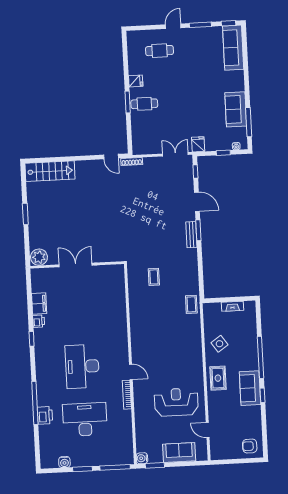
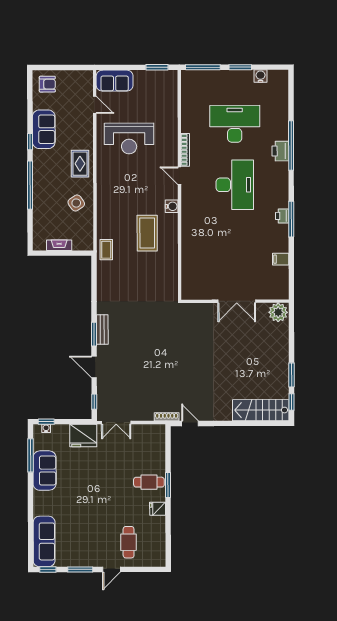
cafe table: (159, 51) -> (129, 542), turned 90
fridge: (198, 144) -> (83, 436), width x1.88, depth x1.34
window: (223, 153) -> (46, 422), moved
window: (24, 180) -> (292, 402), added
window: (25, 214) -> (291, 375), moved
coffee table: (154, 277) -> (147, 233), moved, width x1.86, depth x1.72
filing cabinet: (39, 304) -> (281, 259), width x0.50
printer: (39, 321) -> (282, 216), moved
window: (32, 339) -> (291, 219), width x2.17
sofa: (250, 388) -> (44, 129), moved
printer: (45, 415) -> (280, 151), moved
desk: (85, 419) -> (235, 124), turned 180
sofa: (179, 453) -> (115, 81), moved
water cooler: (142, 458) -> (172, 206), moved

